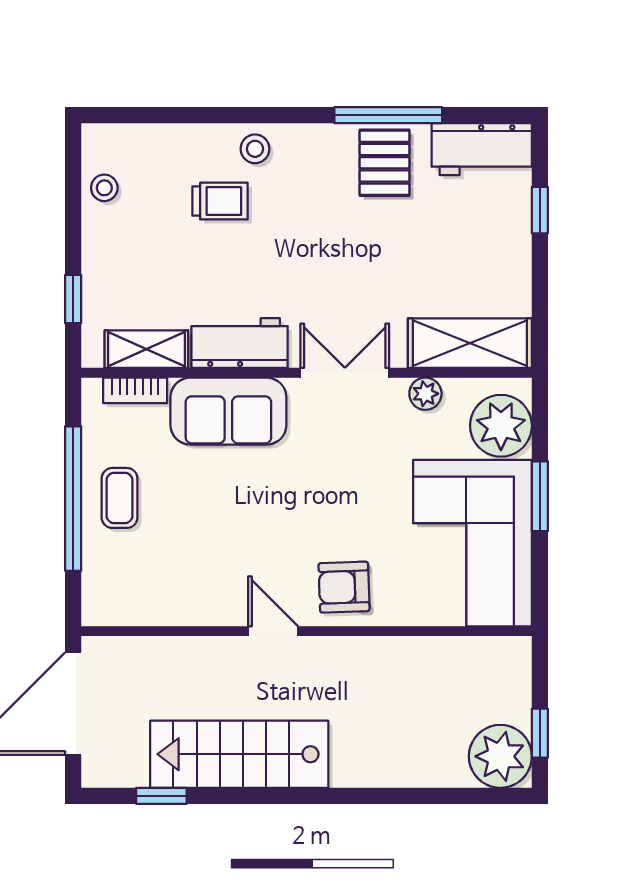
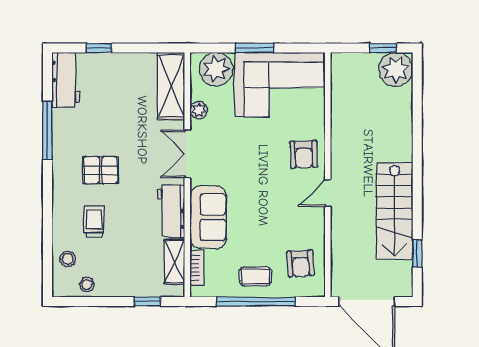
stool: (255, 149) -> (68, 259), moved
pallet: (384, 163) -> (101, 170), moved
armchair: (143, 581) -> (300, 263), added

